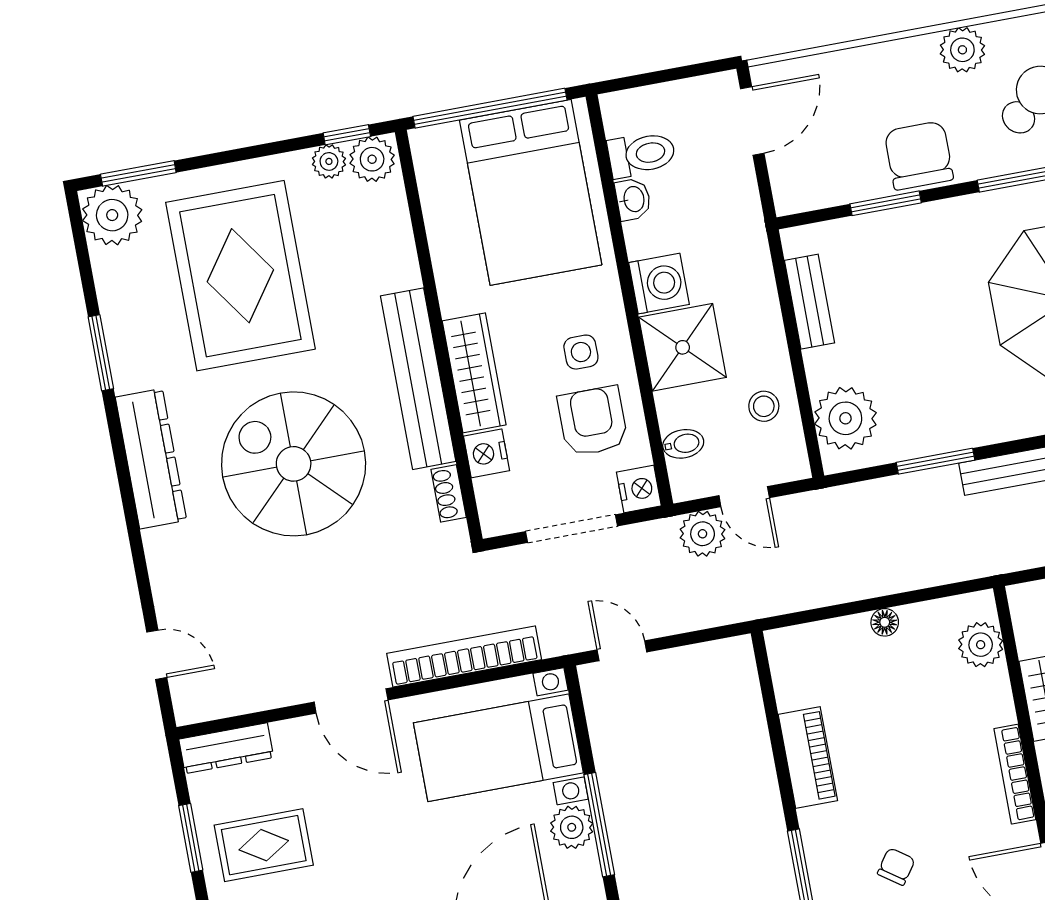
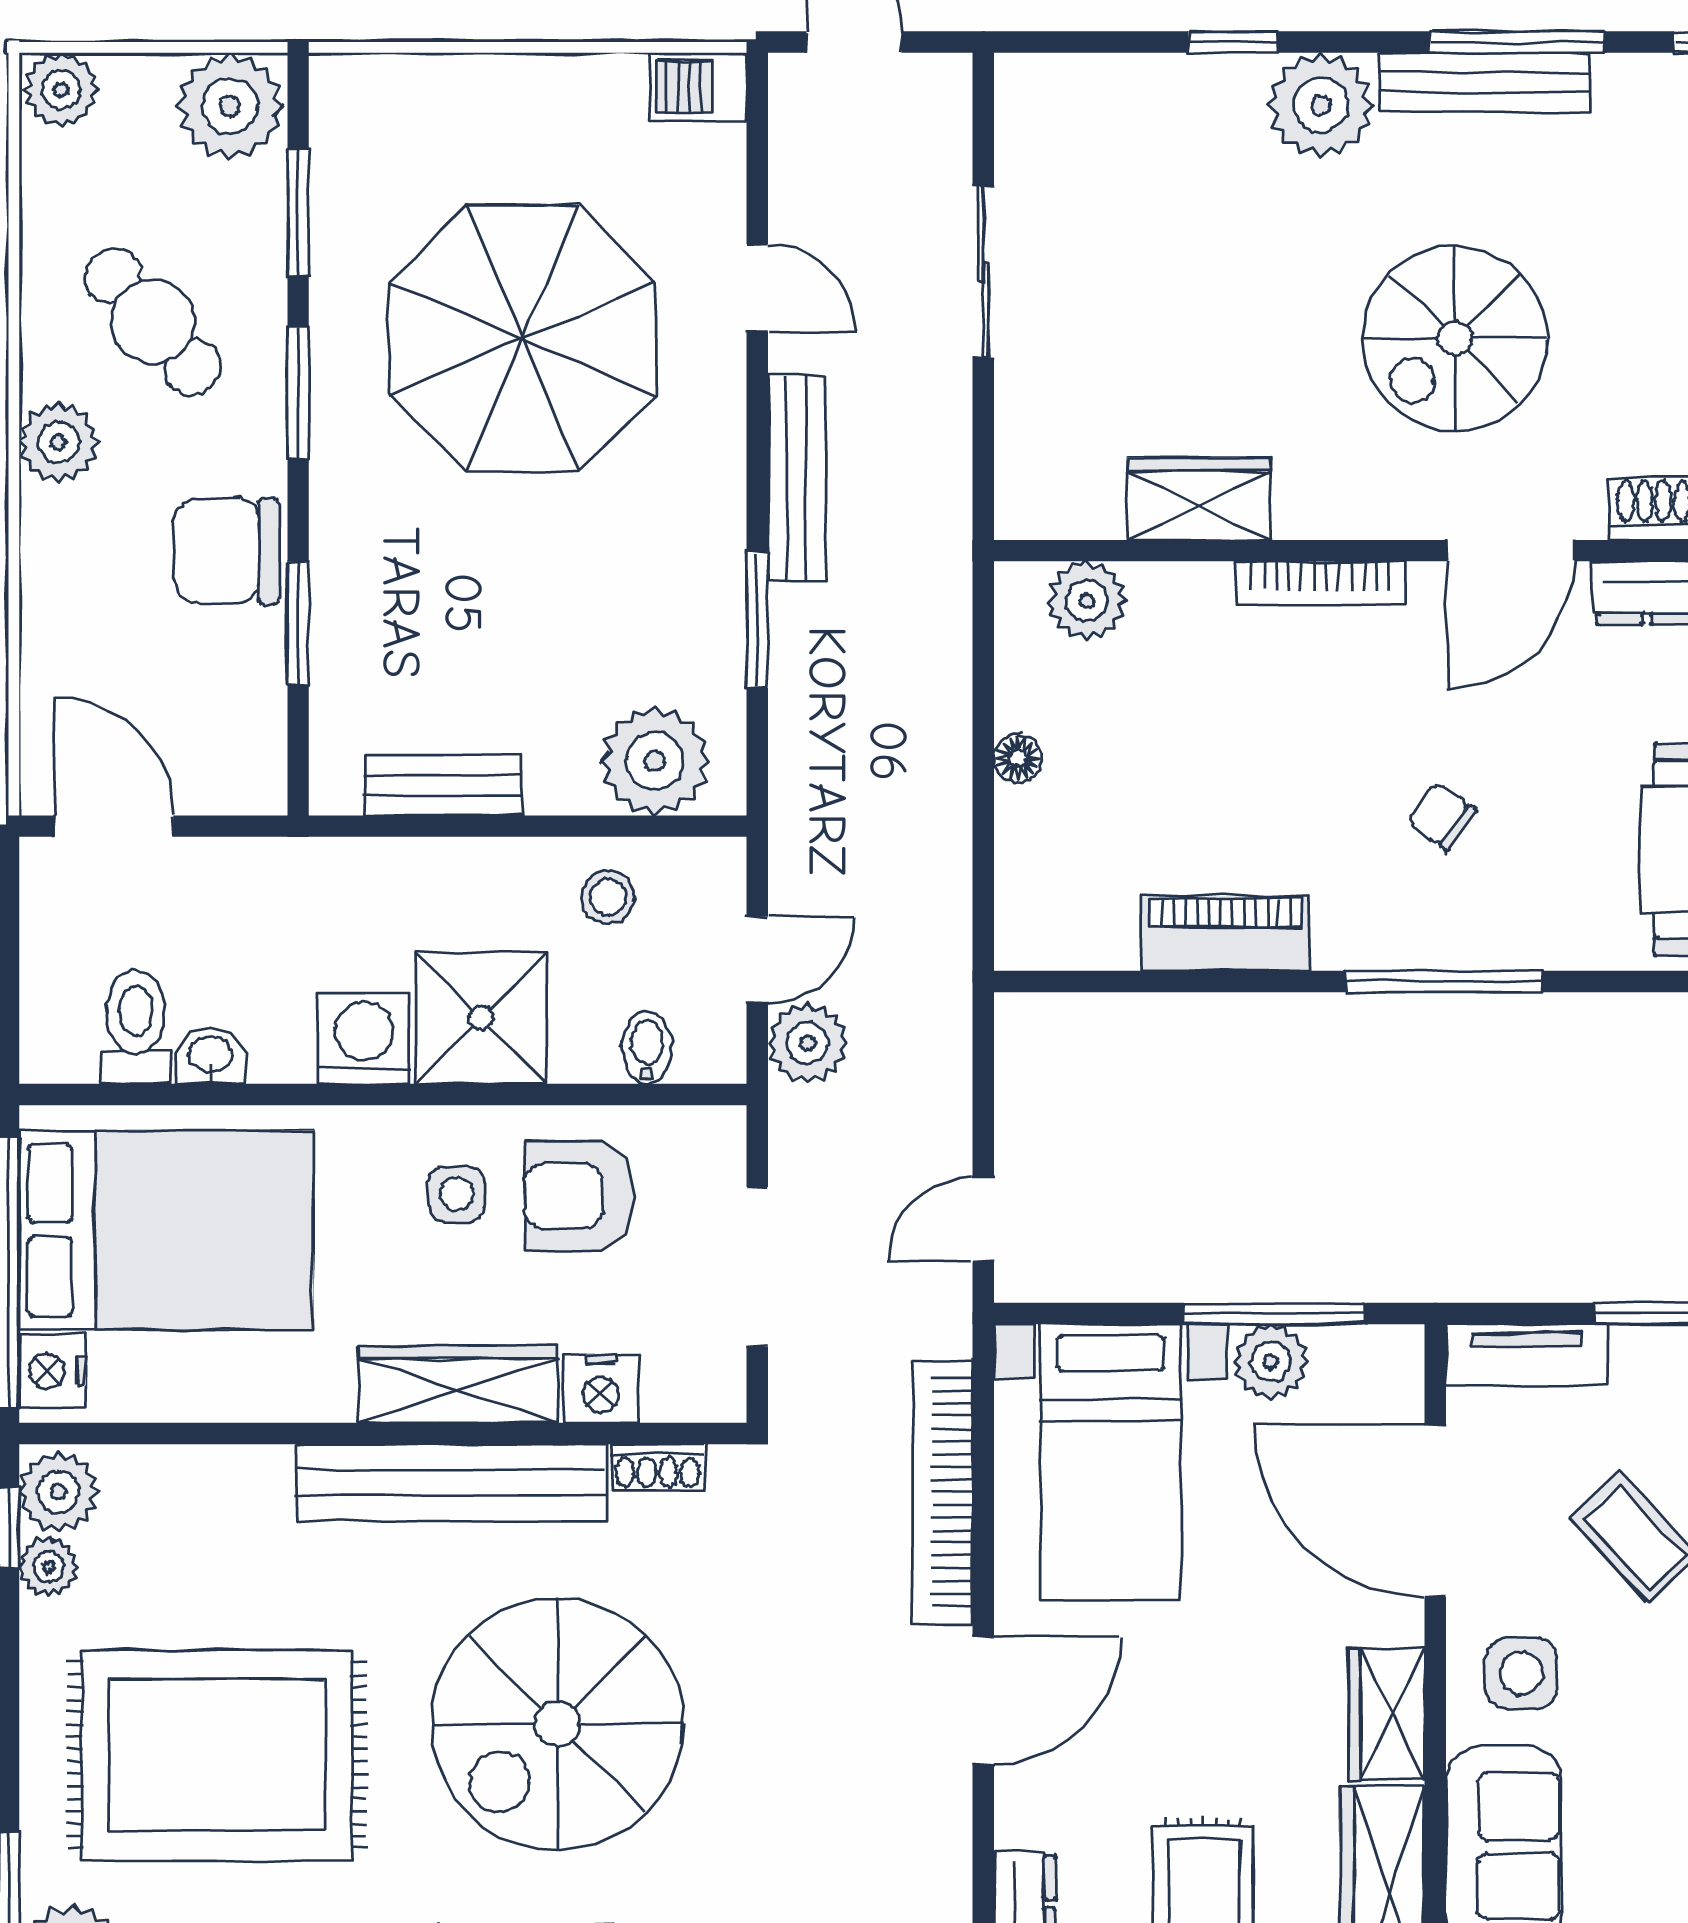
nightstand: (639, 489) -> (52, 1371), moved, turned -90

